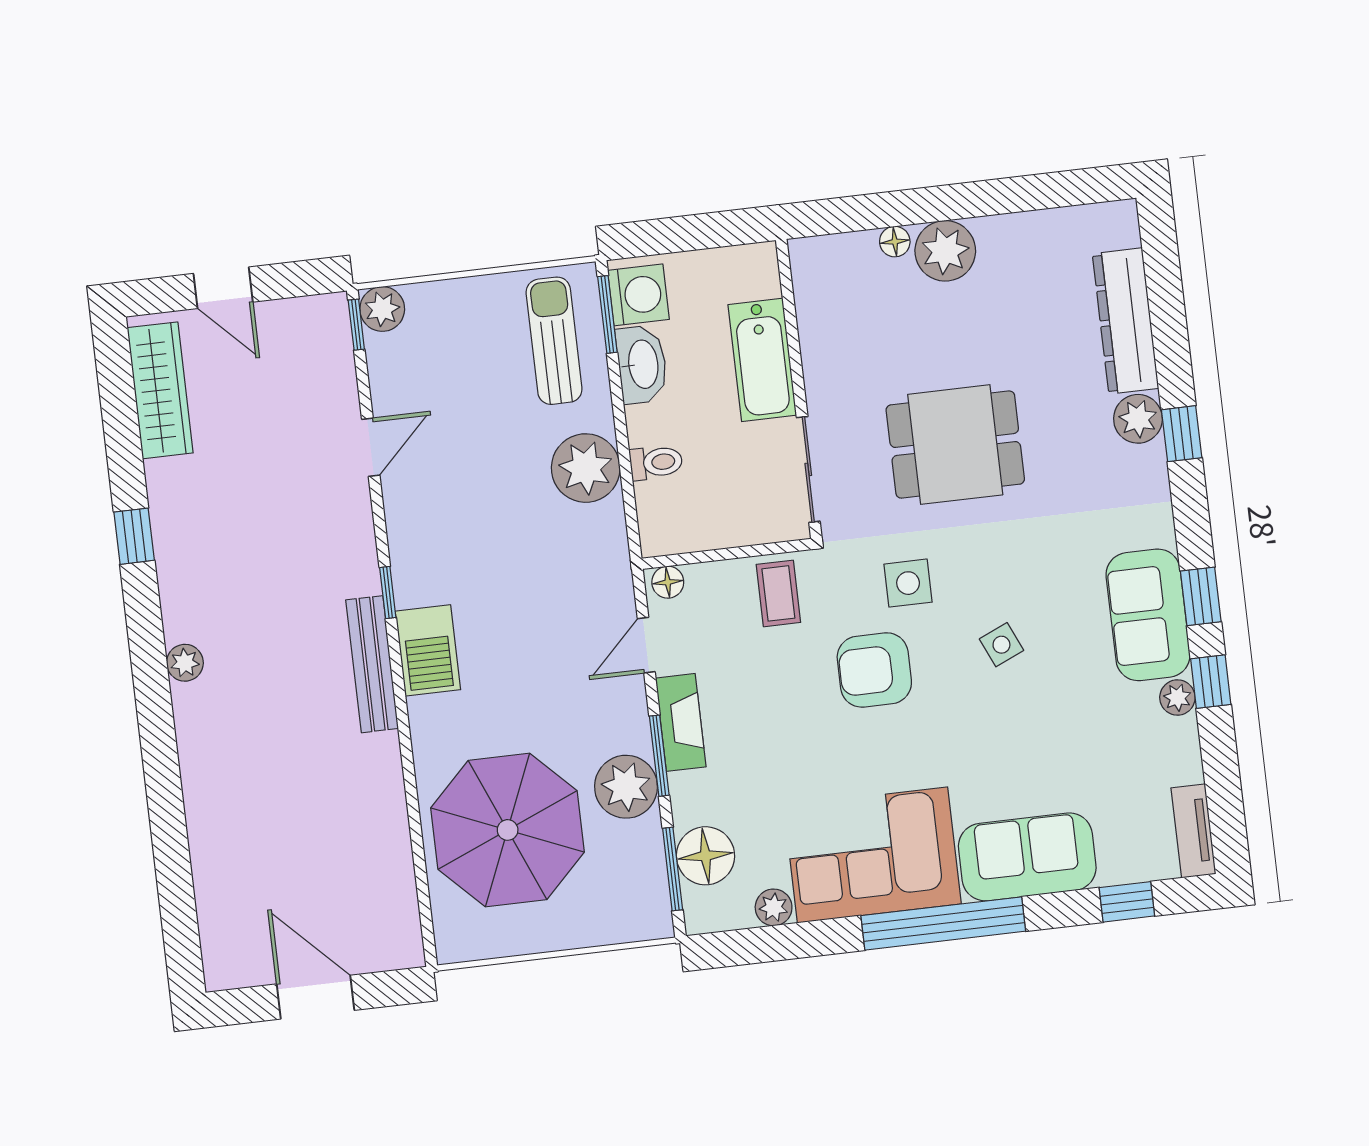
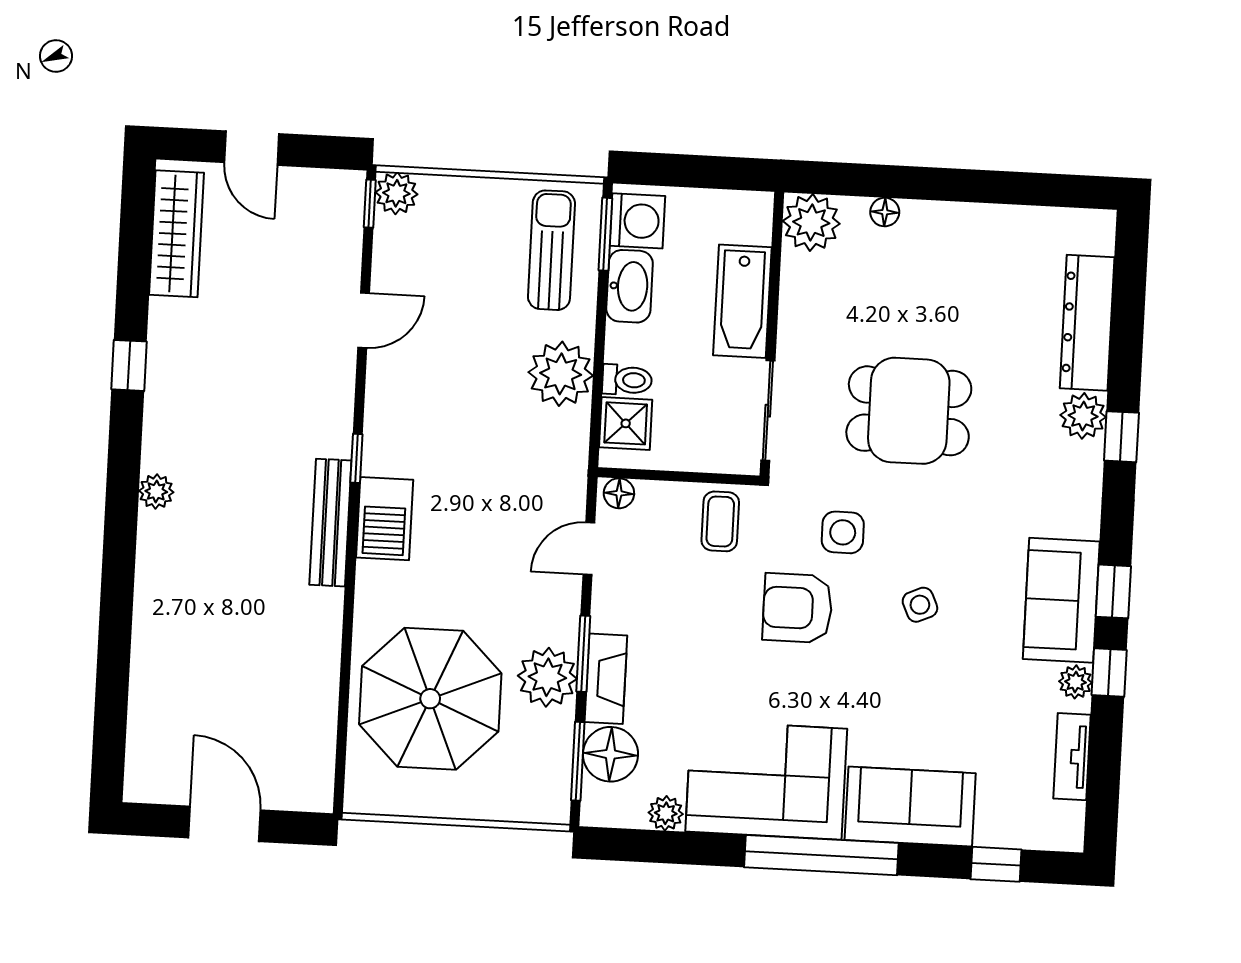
plant: (945, 251) -> (811, 222), moved
shower: (662, 508) -> (626, 423), added
fireplace: (681, 722) -> (606, 679), moved
tv unit: (1193, 831) -> (1072, 757), moved

